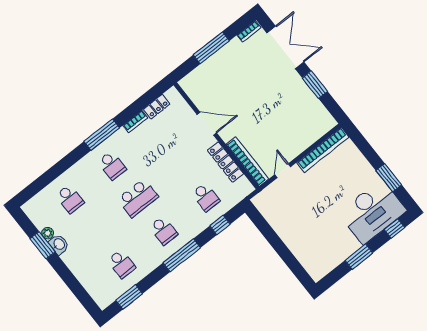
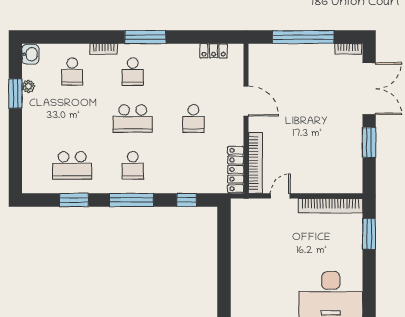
window: (211, 48) -> (303, 37), width x1.46
bookcase: (135, 122) -> (104, 49), moved
locker: (226, 162) -> (236, 170), moved
window: (389, 178) -> (369, 234), moved
school desk: (206, 197) -> (193, 119), moved
washbasin: (59, 244) -> (30, 54), moved
school desk: (121, 264) -> (72, 165), width x1.85
window: (129, 297) -> (74, 200), moved

